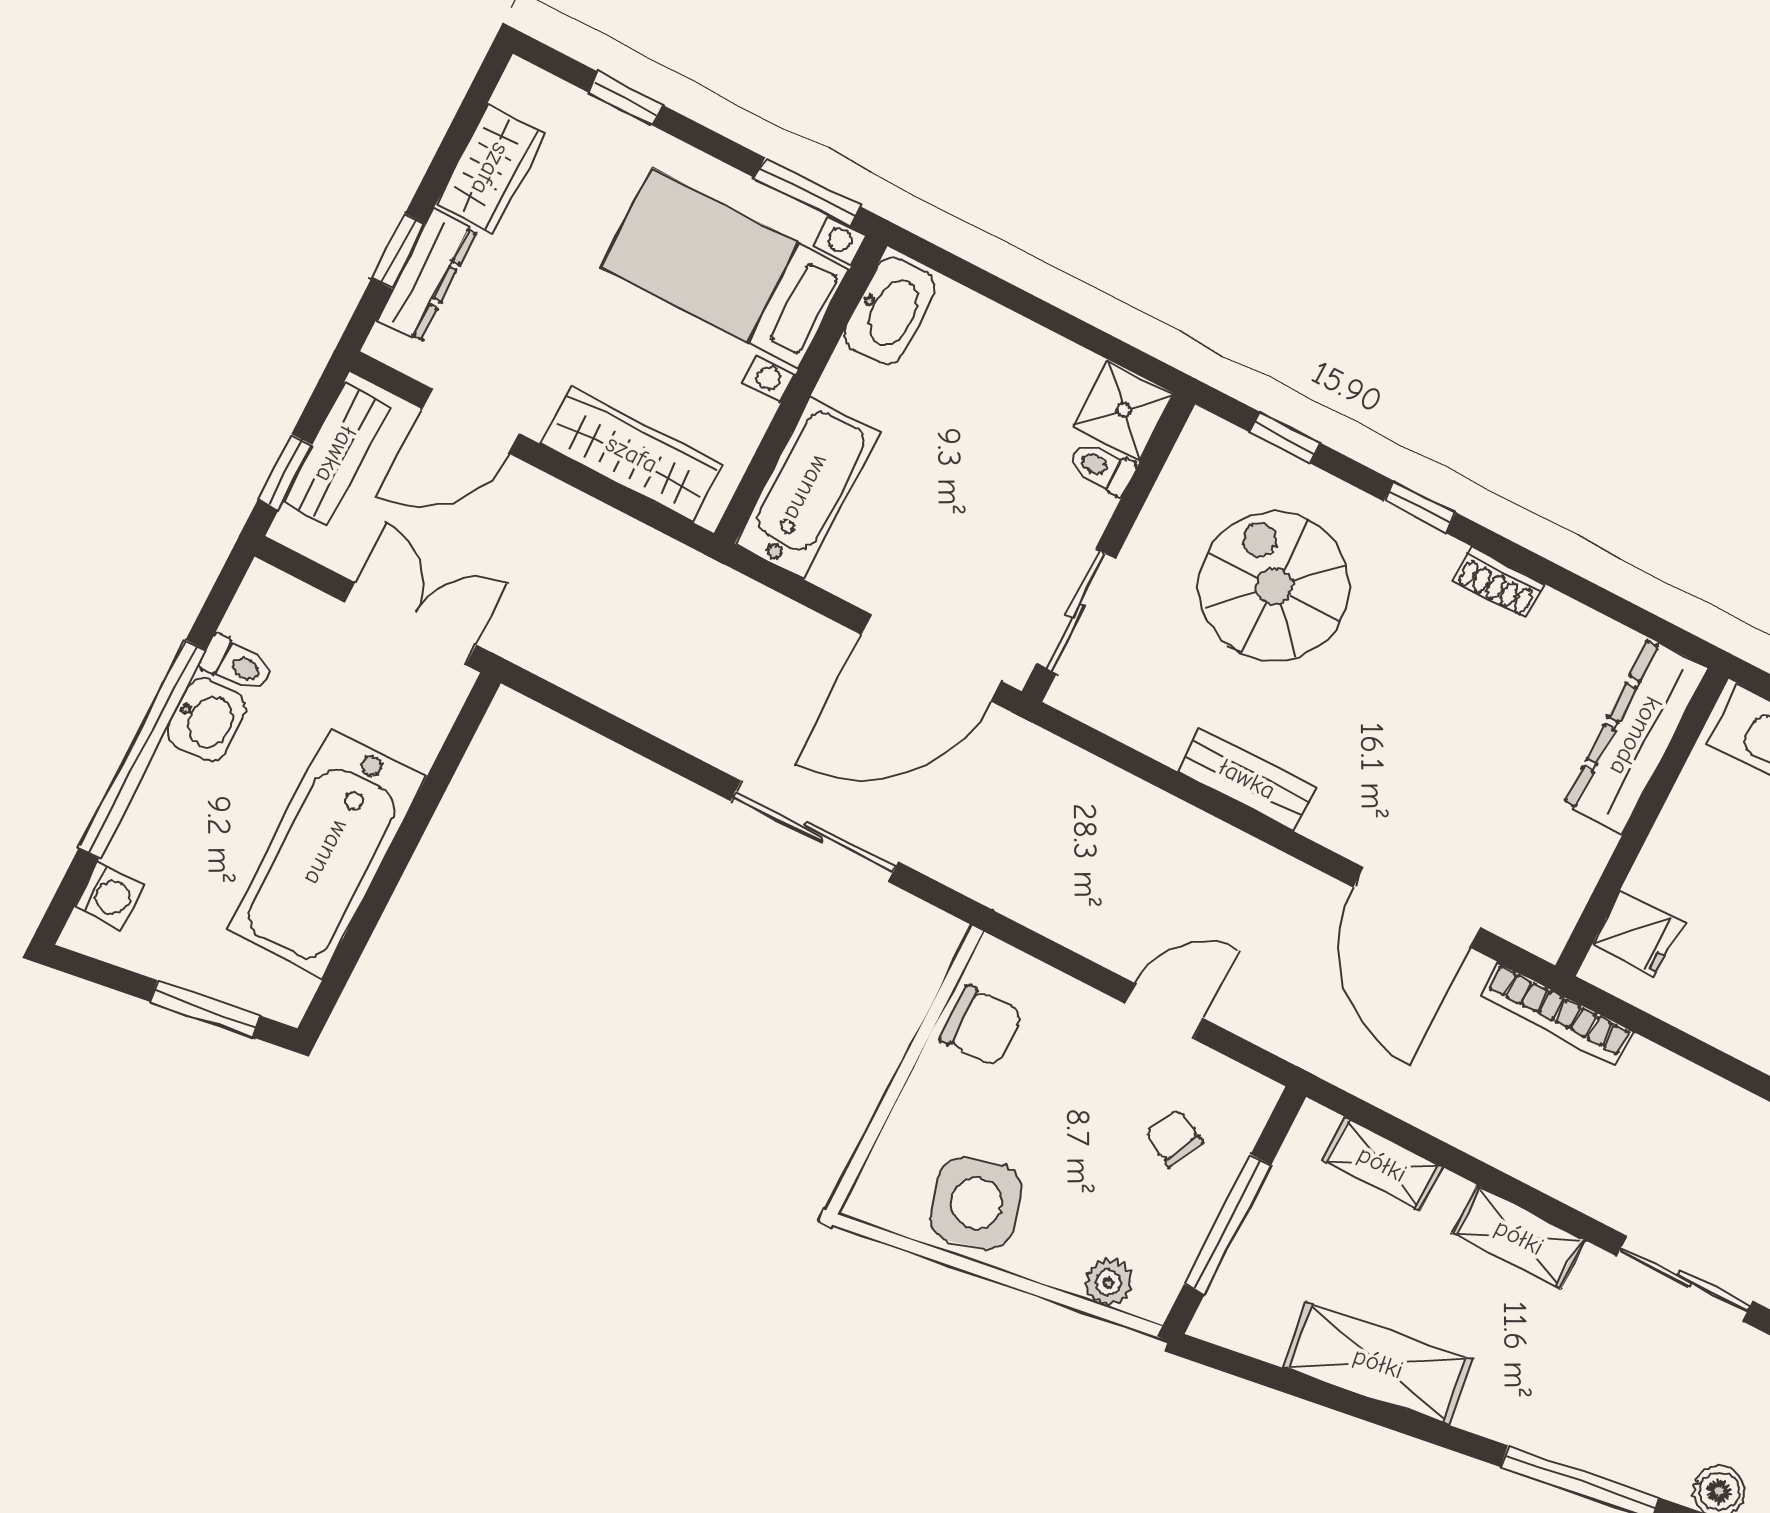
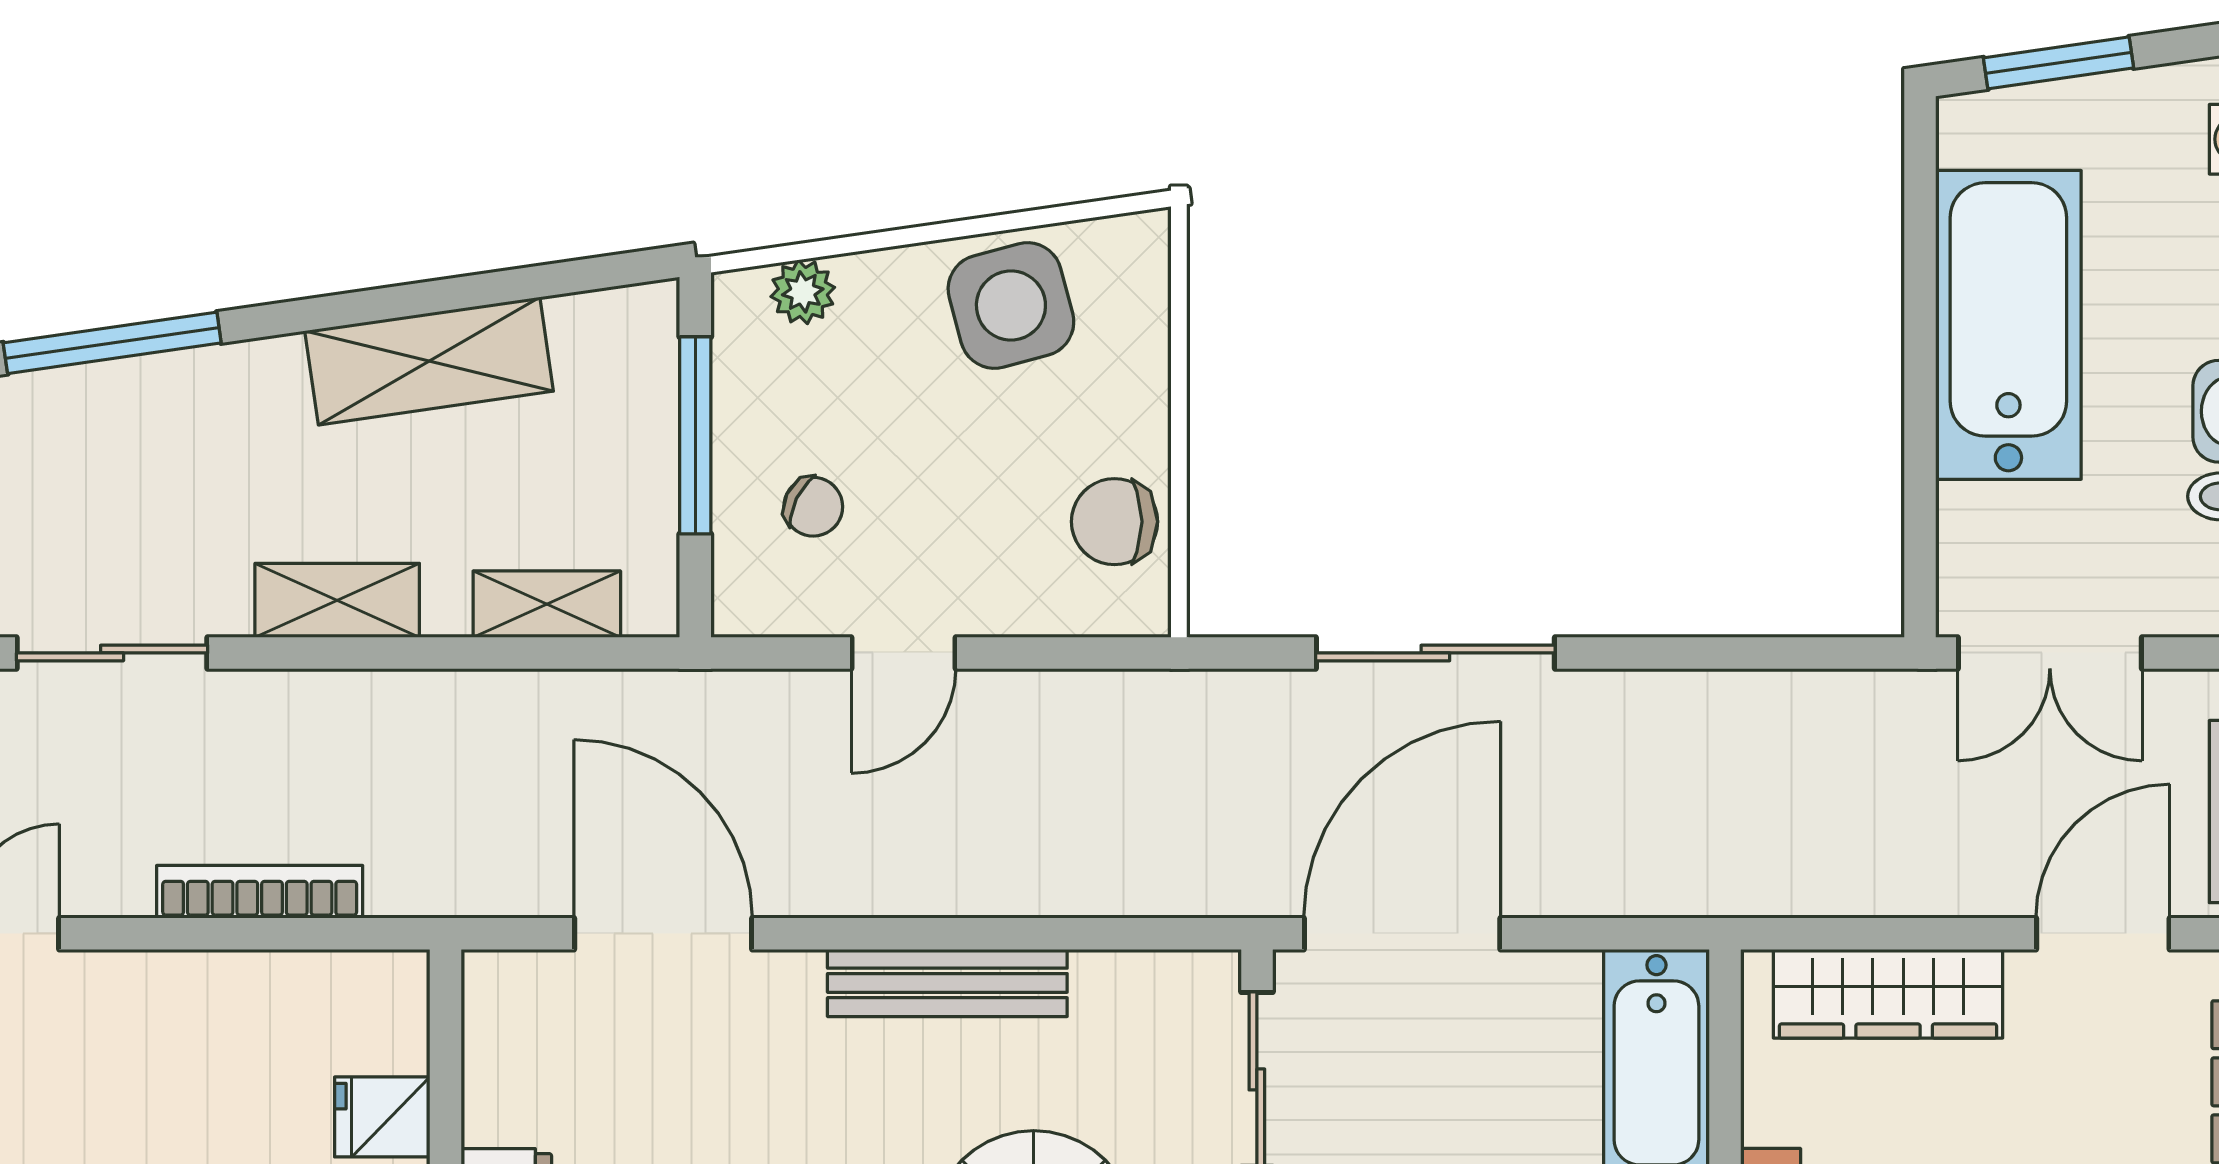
bench: (1247, 779) -> (947, 983), width x1.36
fridge: (1637, 934) -> (382, 1117), moved
bookcase: (1557, 1014) -> (260, 892), moved

